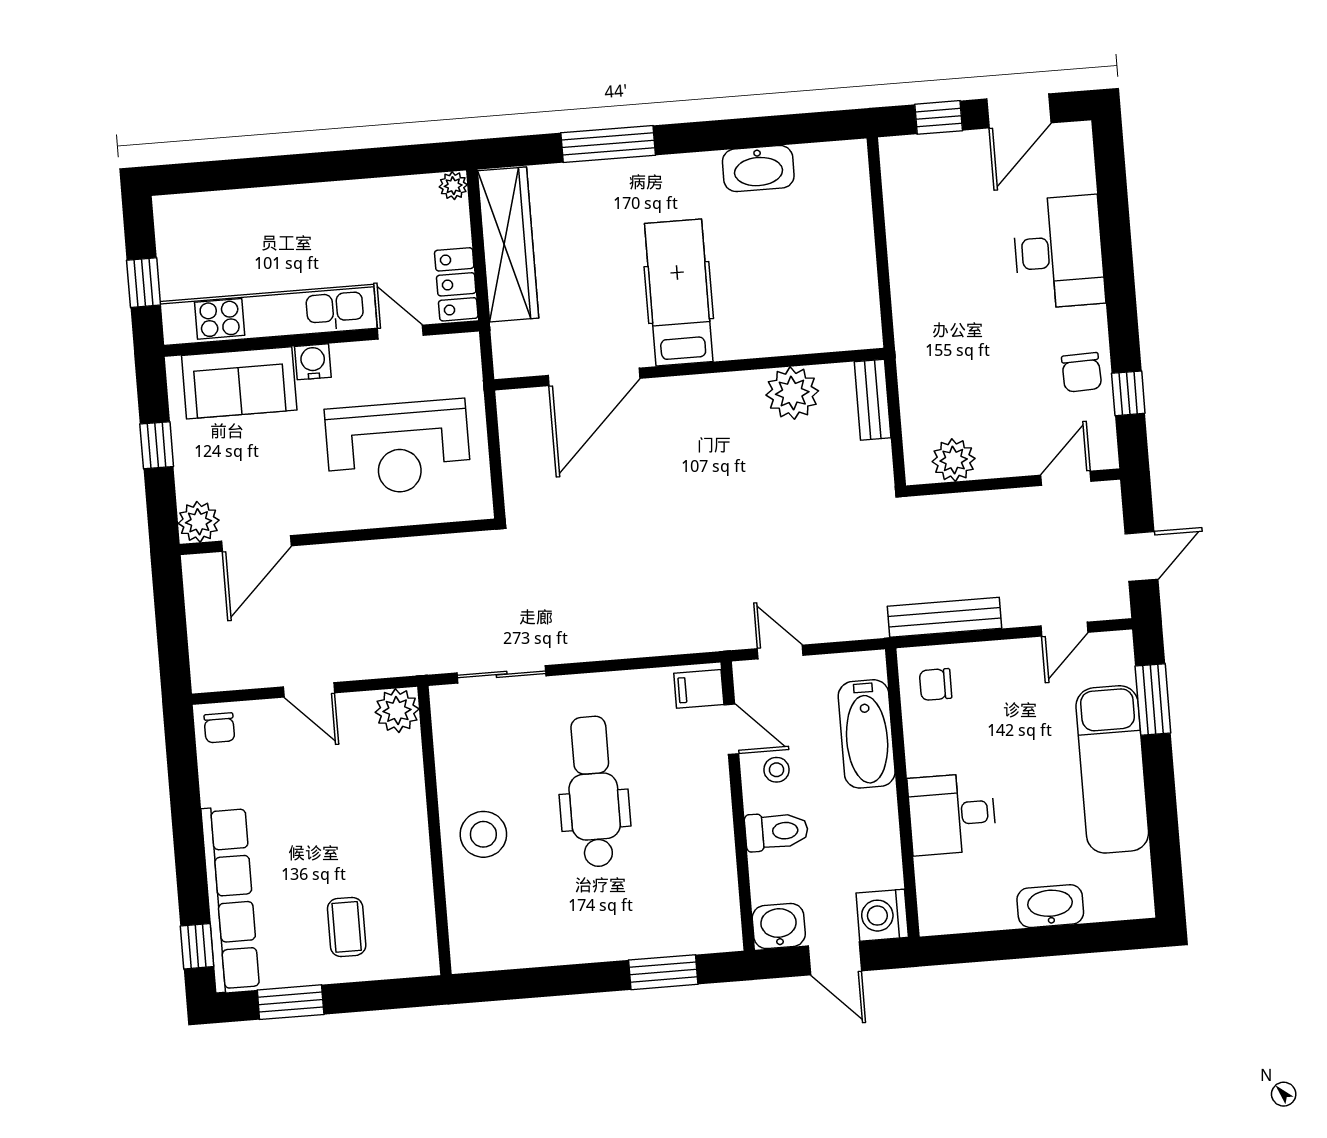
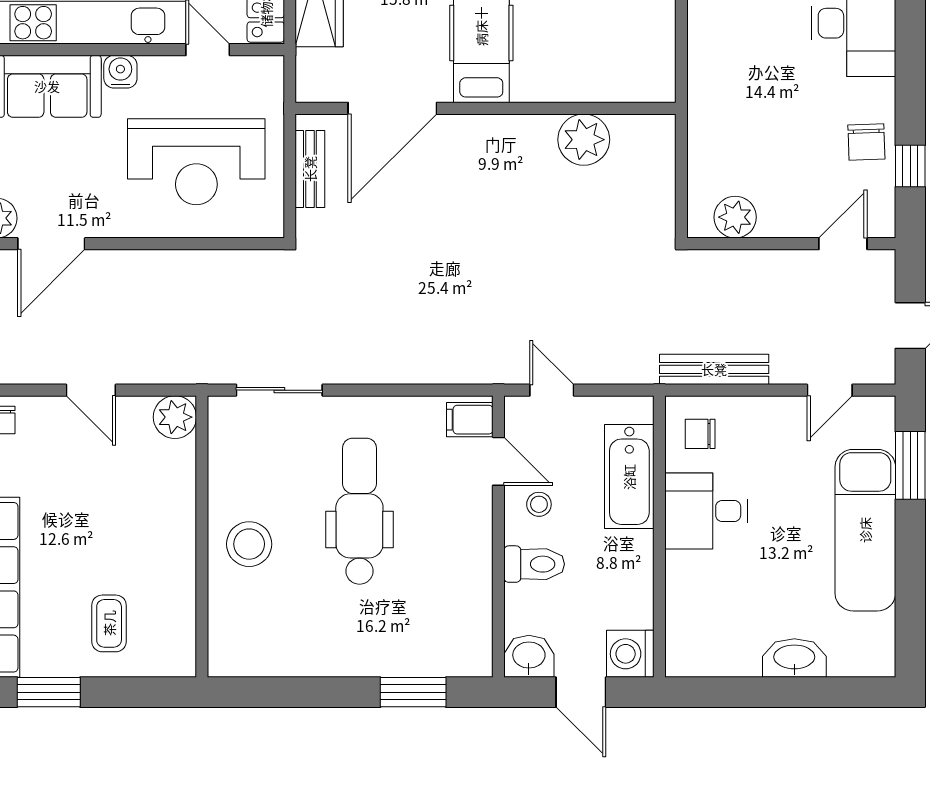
bench: (873, 400) -> (310, 169), moved
desk: (952, 814) -> (706, 511), moved

